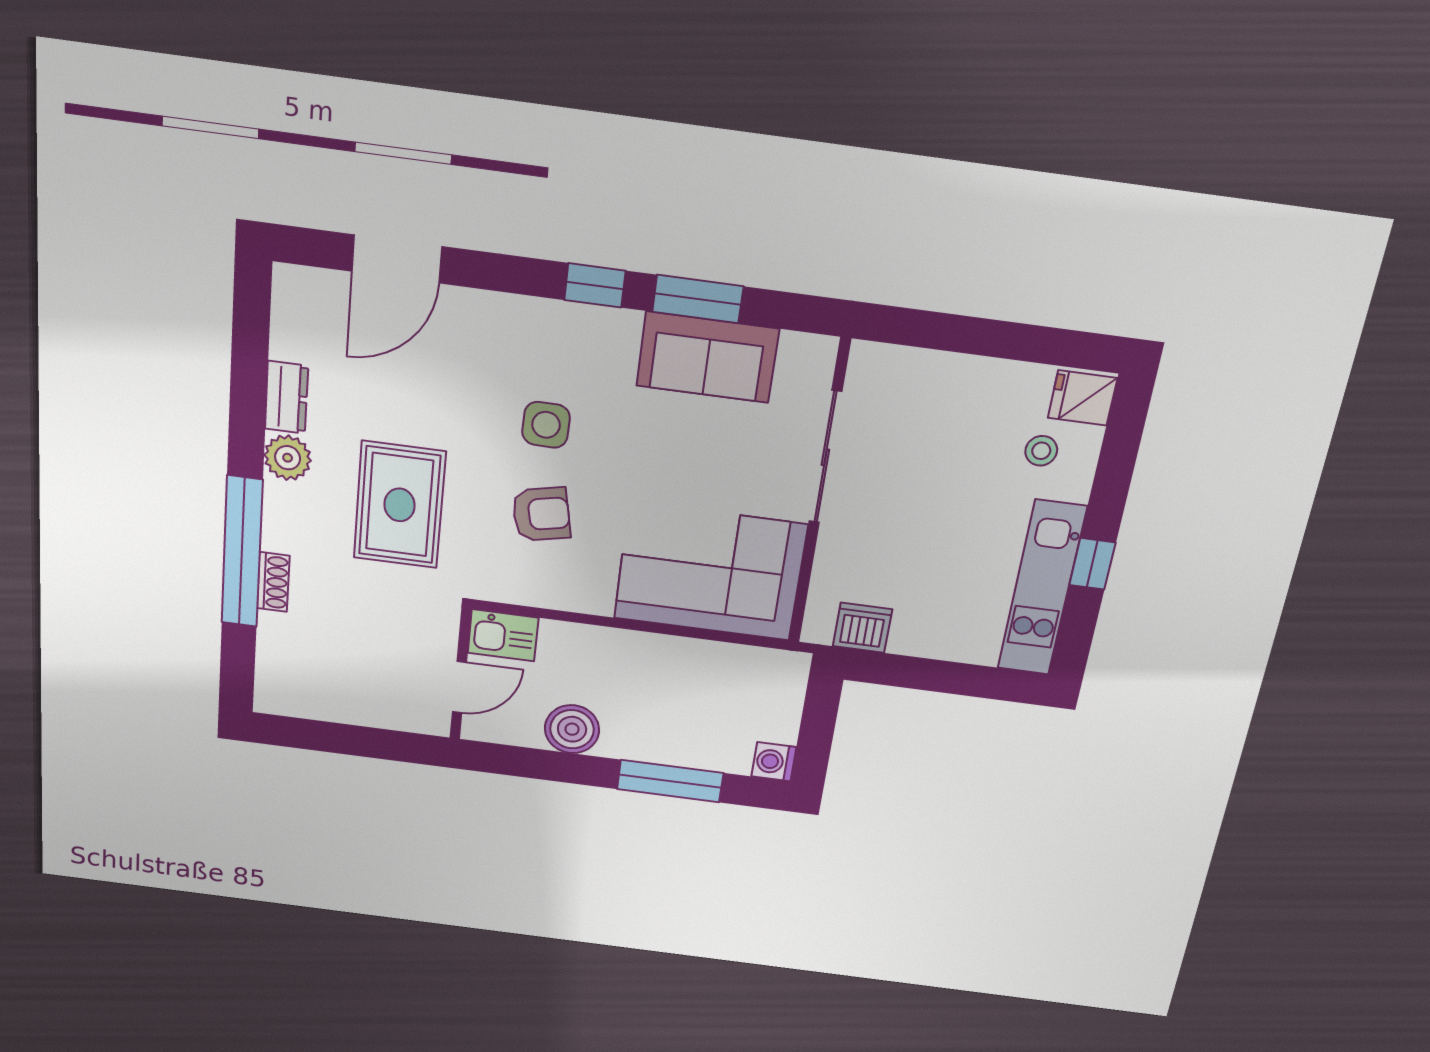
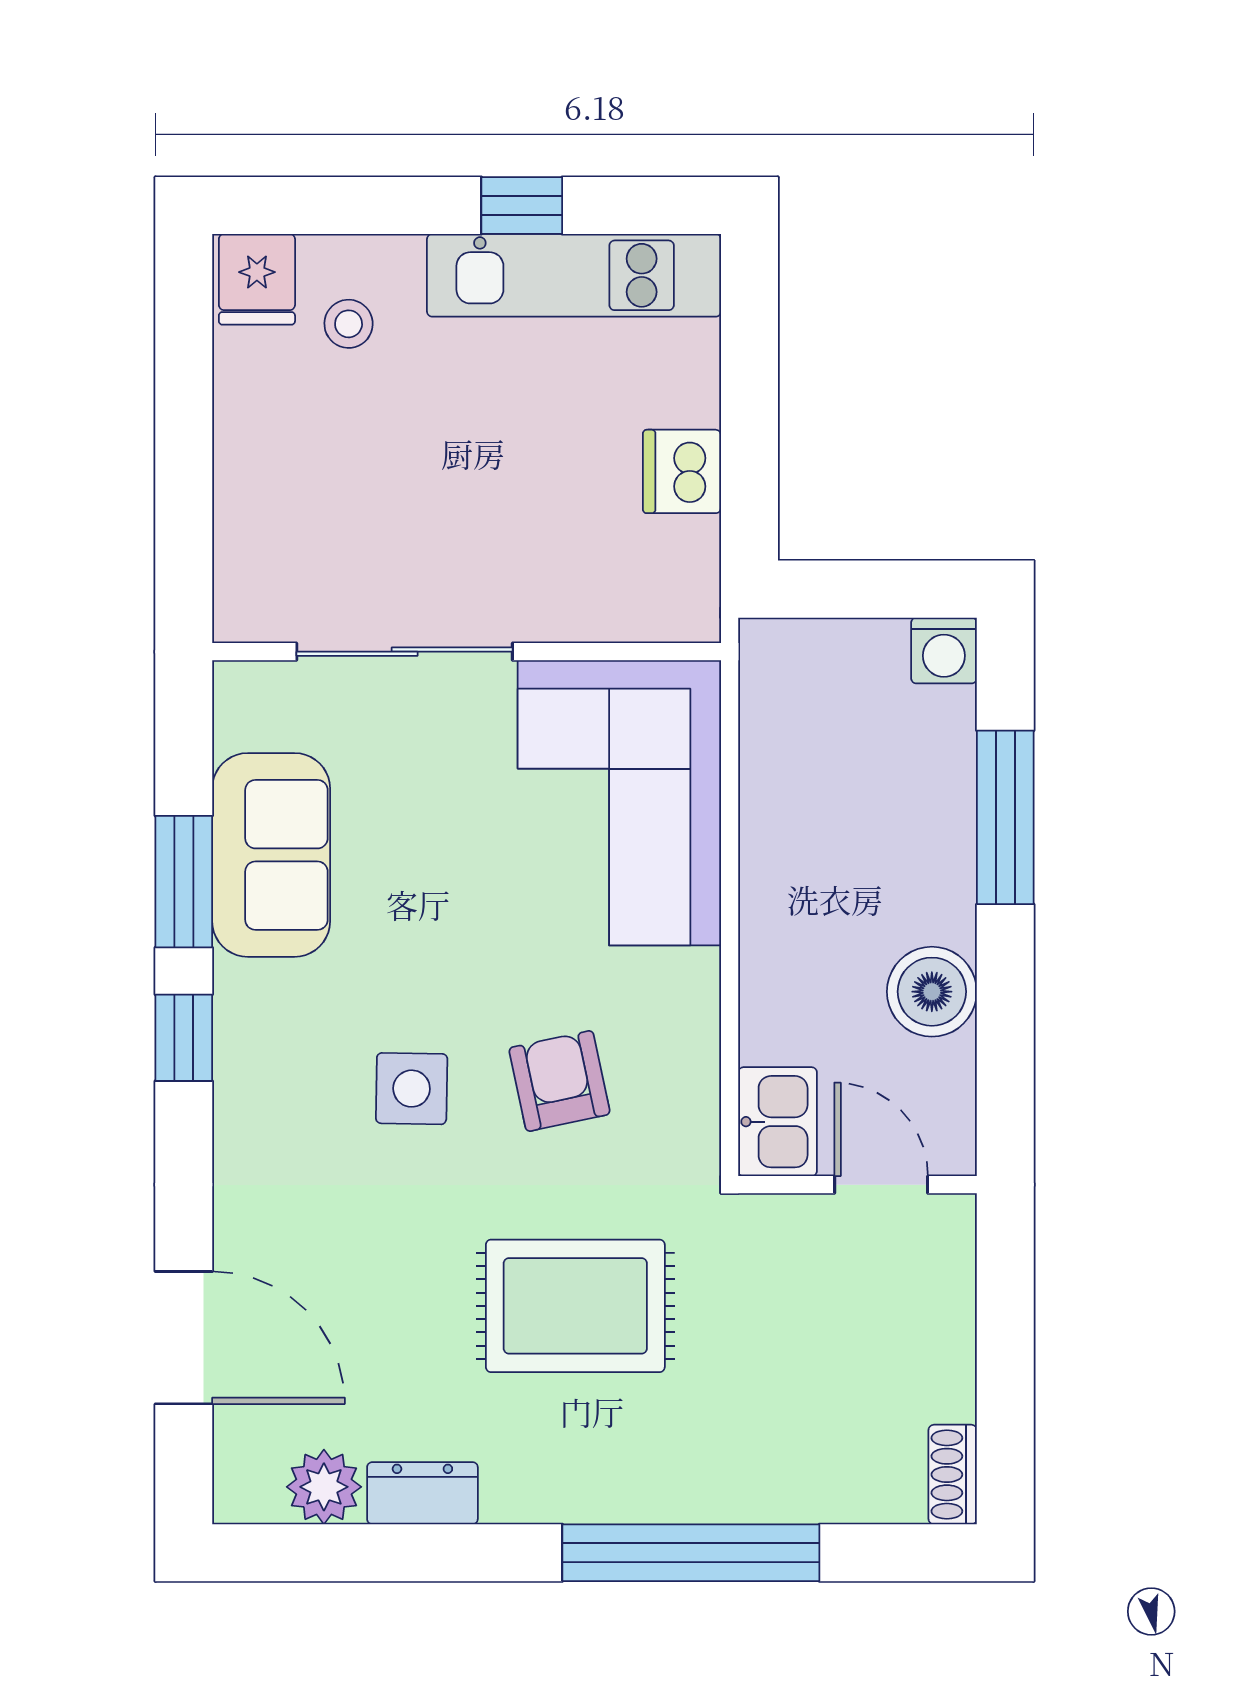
plant: (288, 458) -> (324, 1487), moved
shoe rack: (273, 582) -> (953, 1475), moved, turned -90
dishwasher: (862, 628) -> (682, 471), moved

